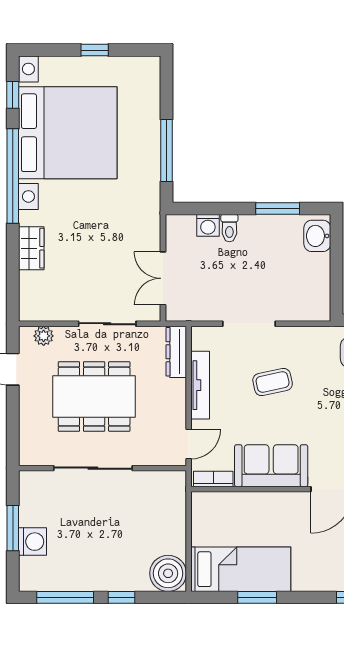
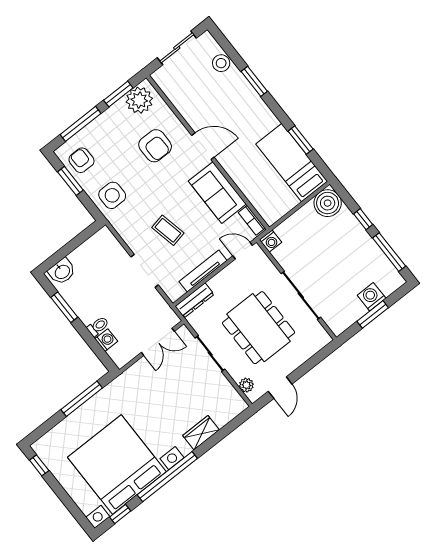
window: (95, 50) -> (39, 465), moved
washing machine: (175, 481) -> (271, 241), added

